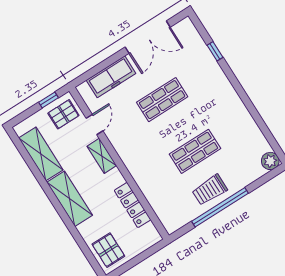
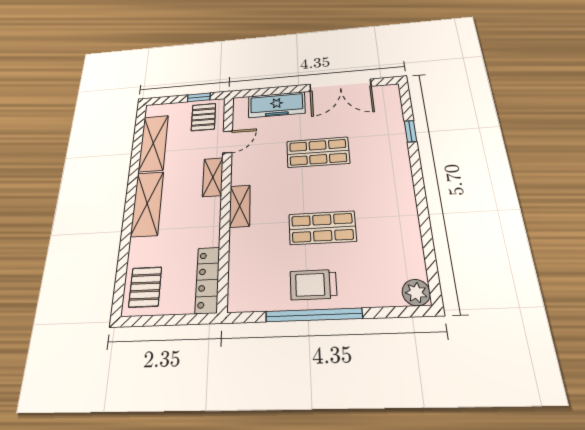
pallet: (63, 114) -> (203, 117), turned 90
shelving: (134, 166) -> (240, 206), added
locker: (133, 205) -> (207, 280), moved

